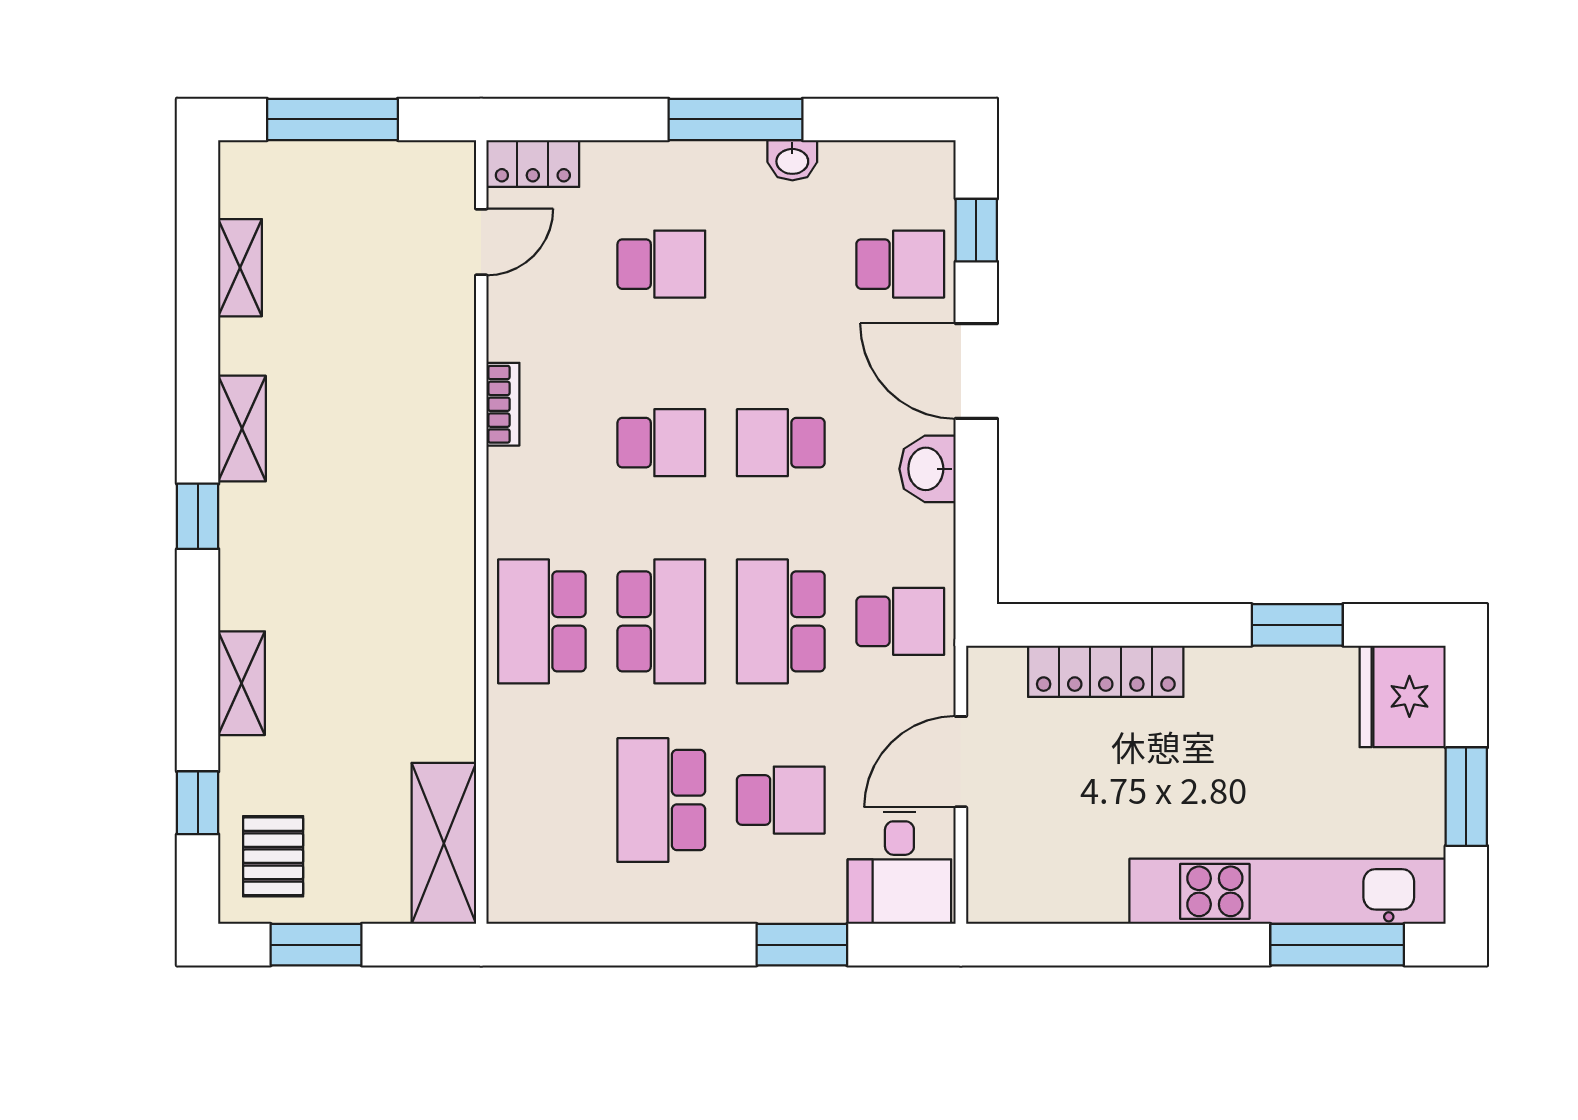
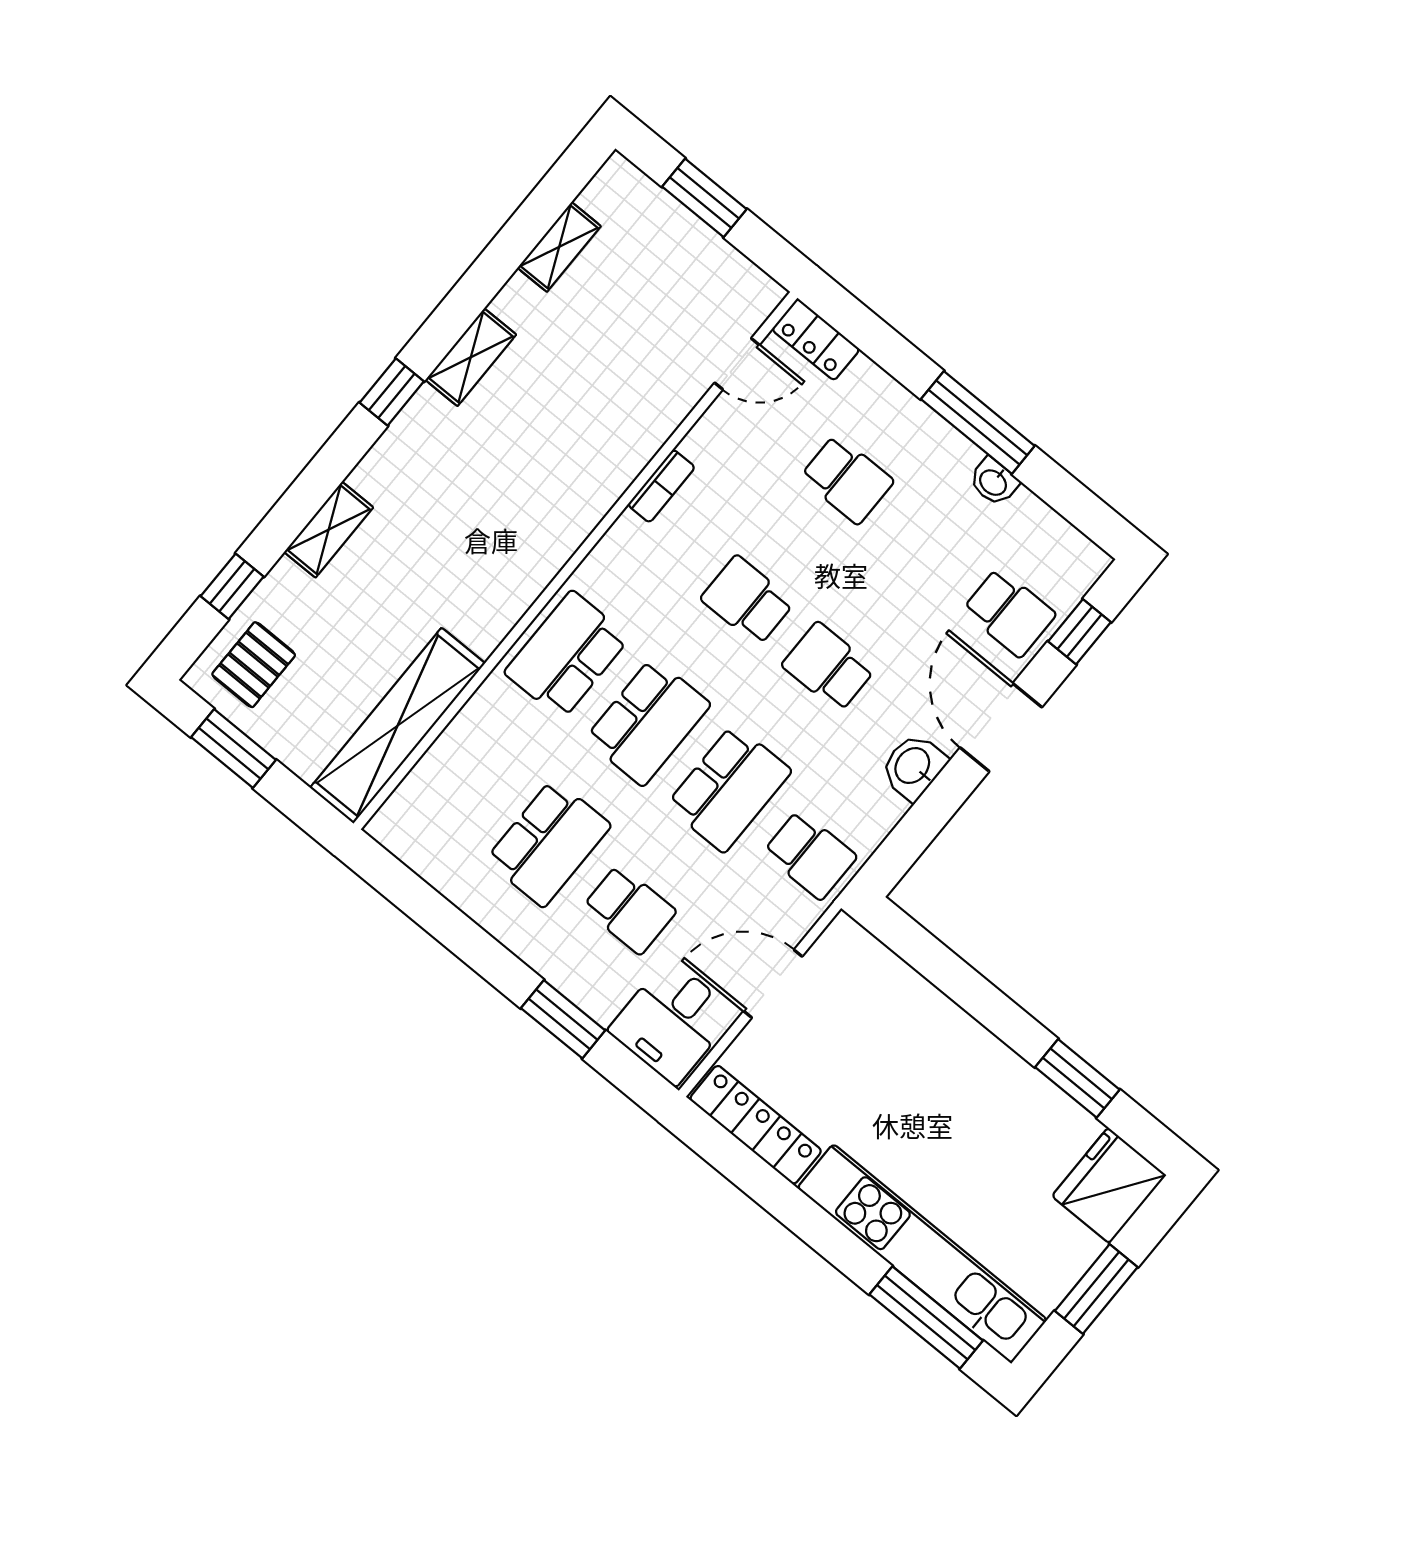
window: (332, 119) -> (704, 198), width x0.69
school desk: (661, 443) -> (747, 600), turned 180
school desk: (781, 621) -> (729, 788), turned 180
locker: (1106, 671) -> (756, 1125), moved, turned 180
school desk: (661, 800) -> (548, 843), turned 180
shelving: (444, 843) -> (398, 726), width x1.47

